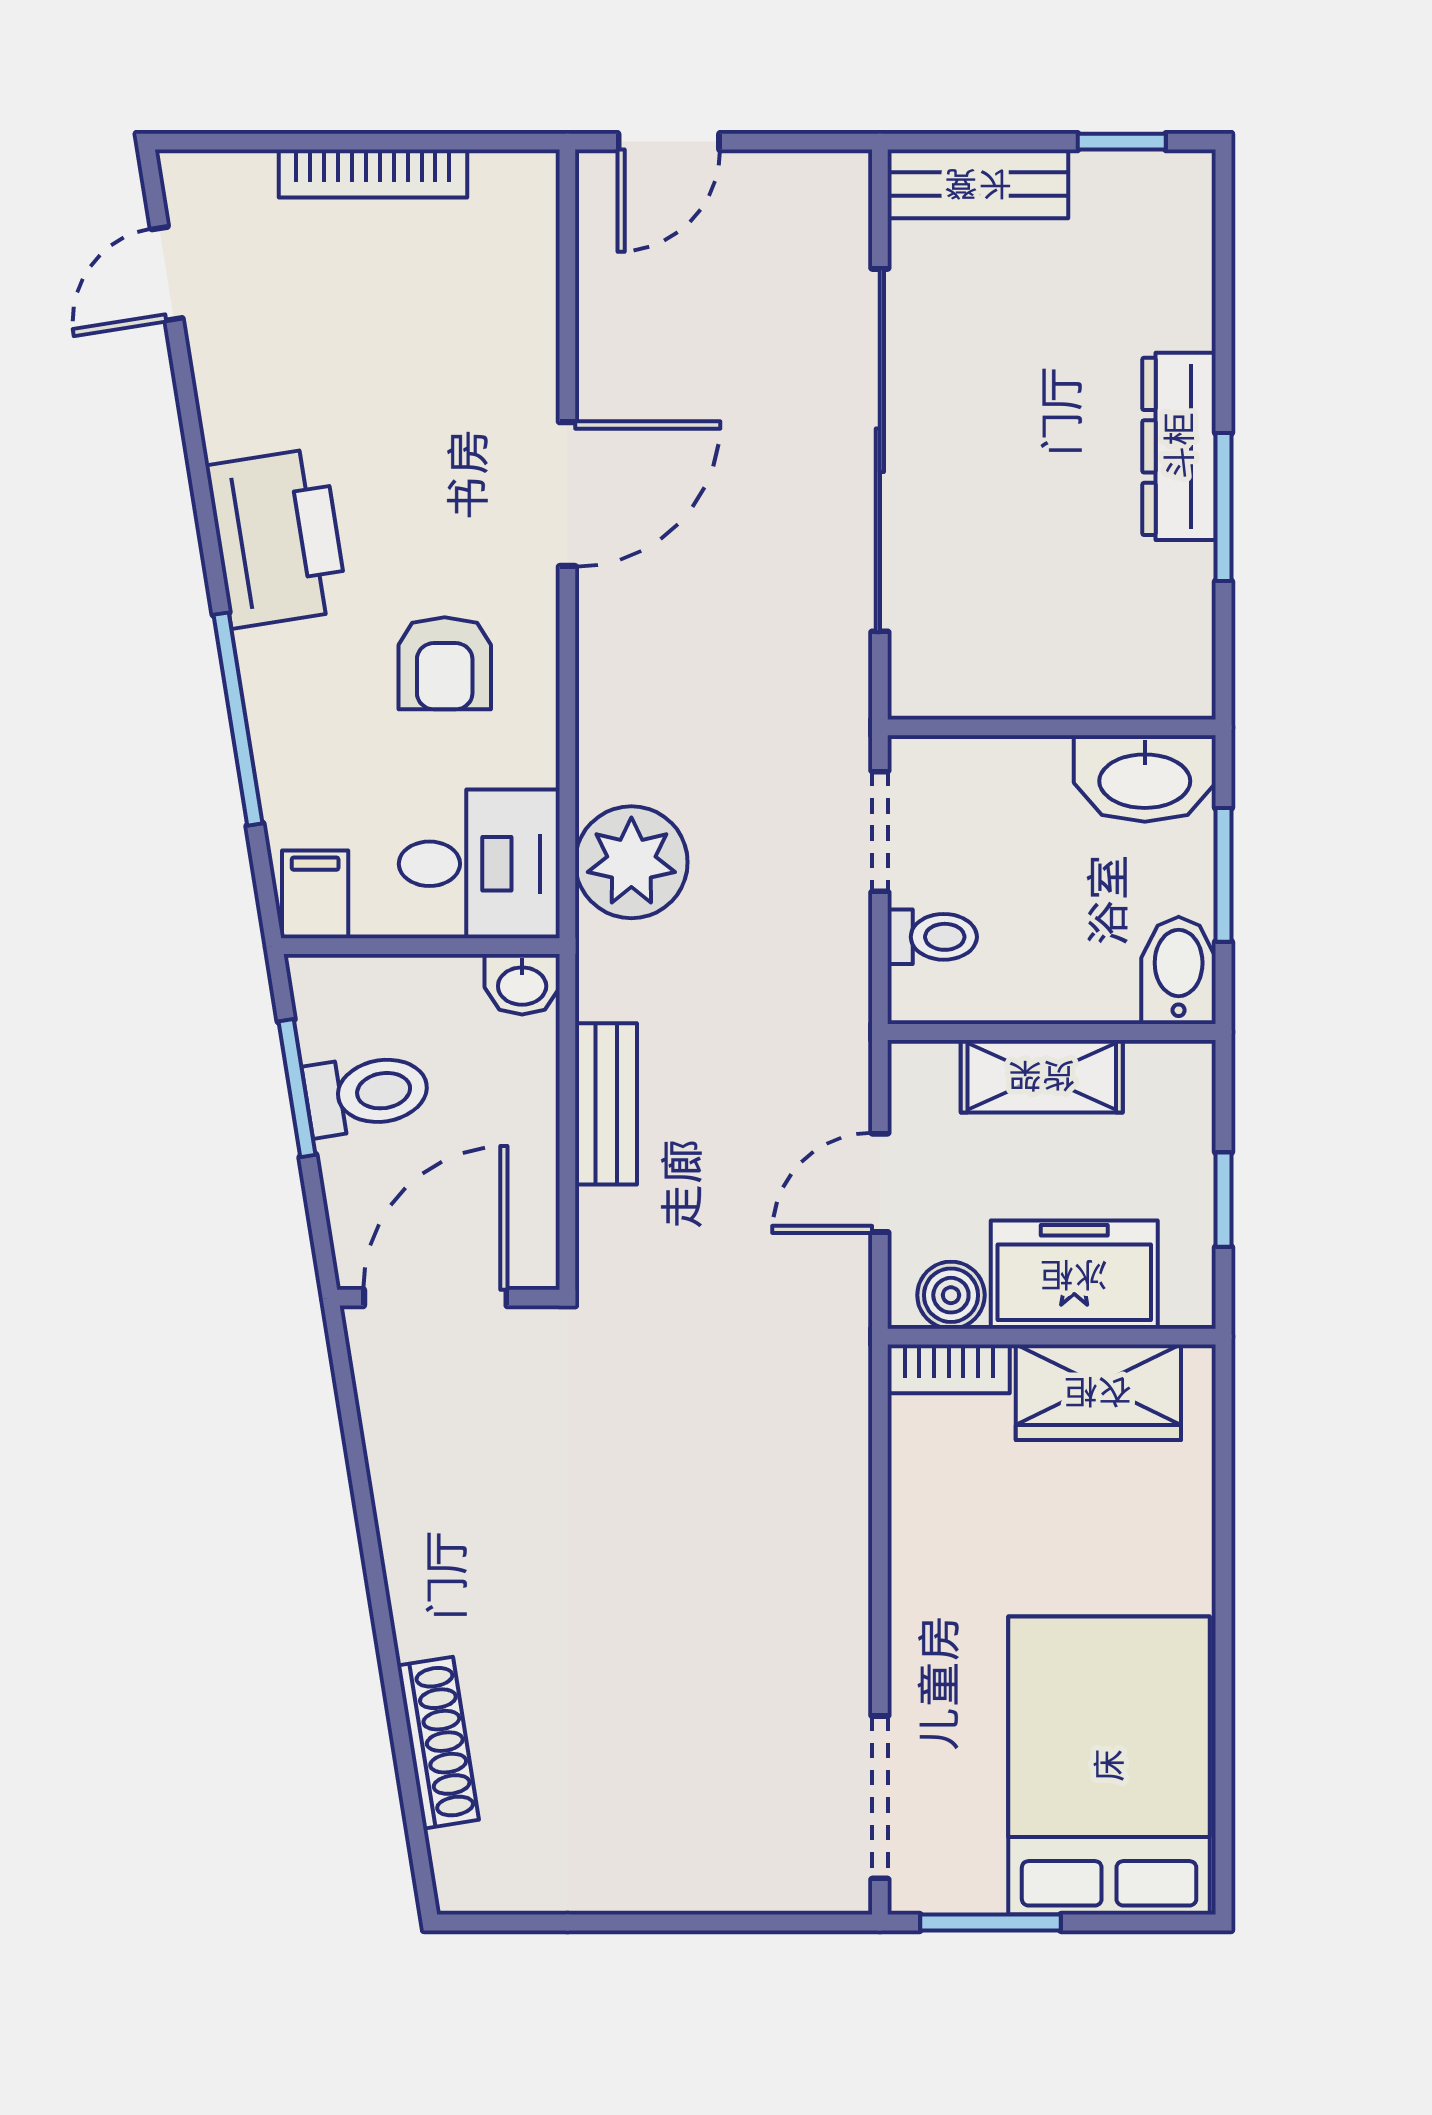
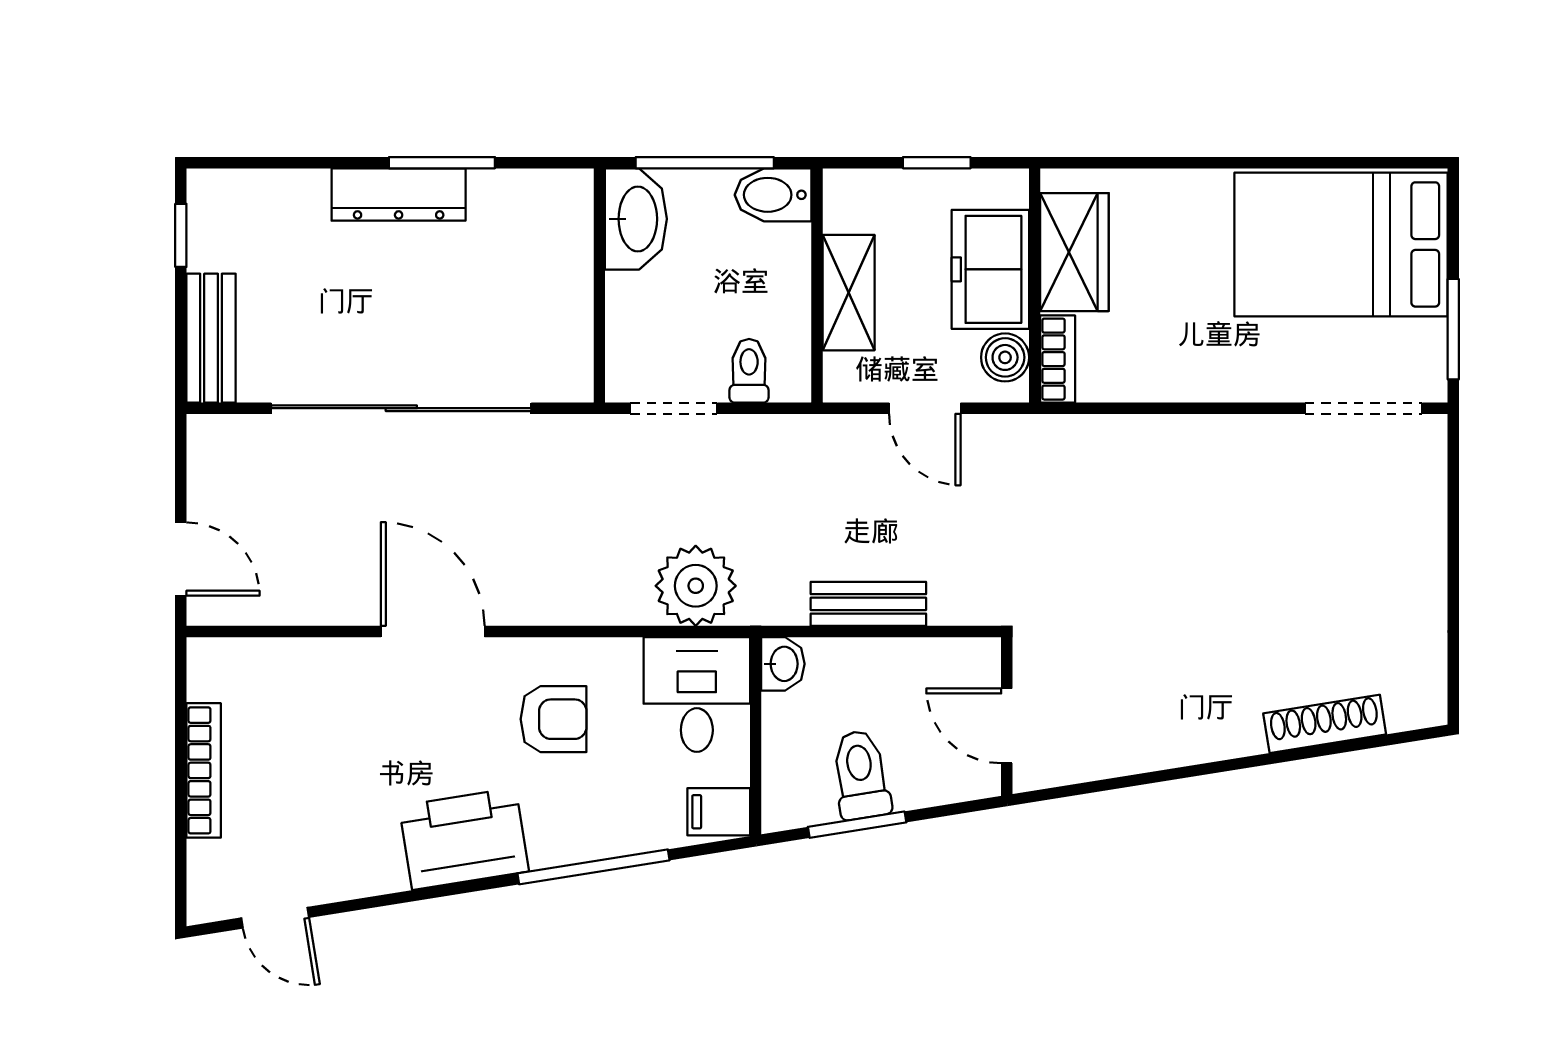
window: (1224, 875) -> (705, 163), width x1.44
door: (435, 1298) -> (1007, 726), width x0.73

